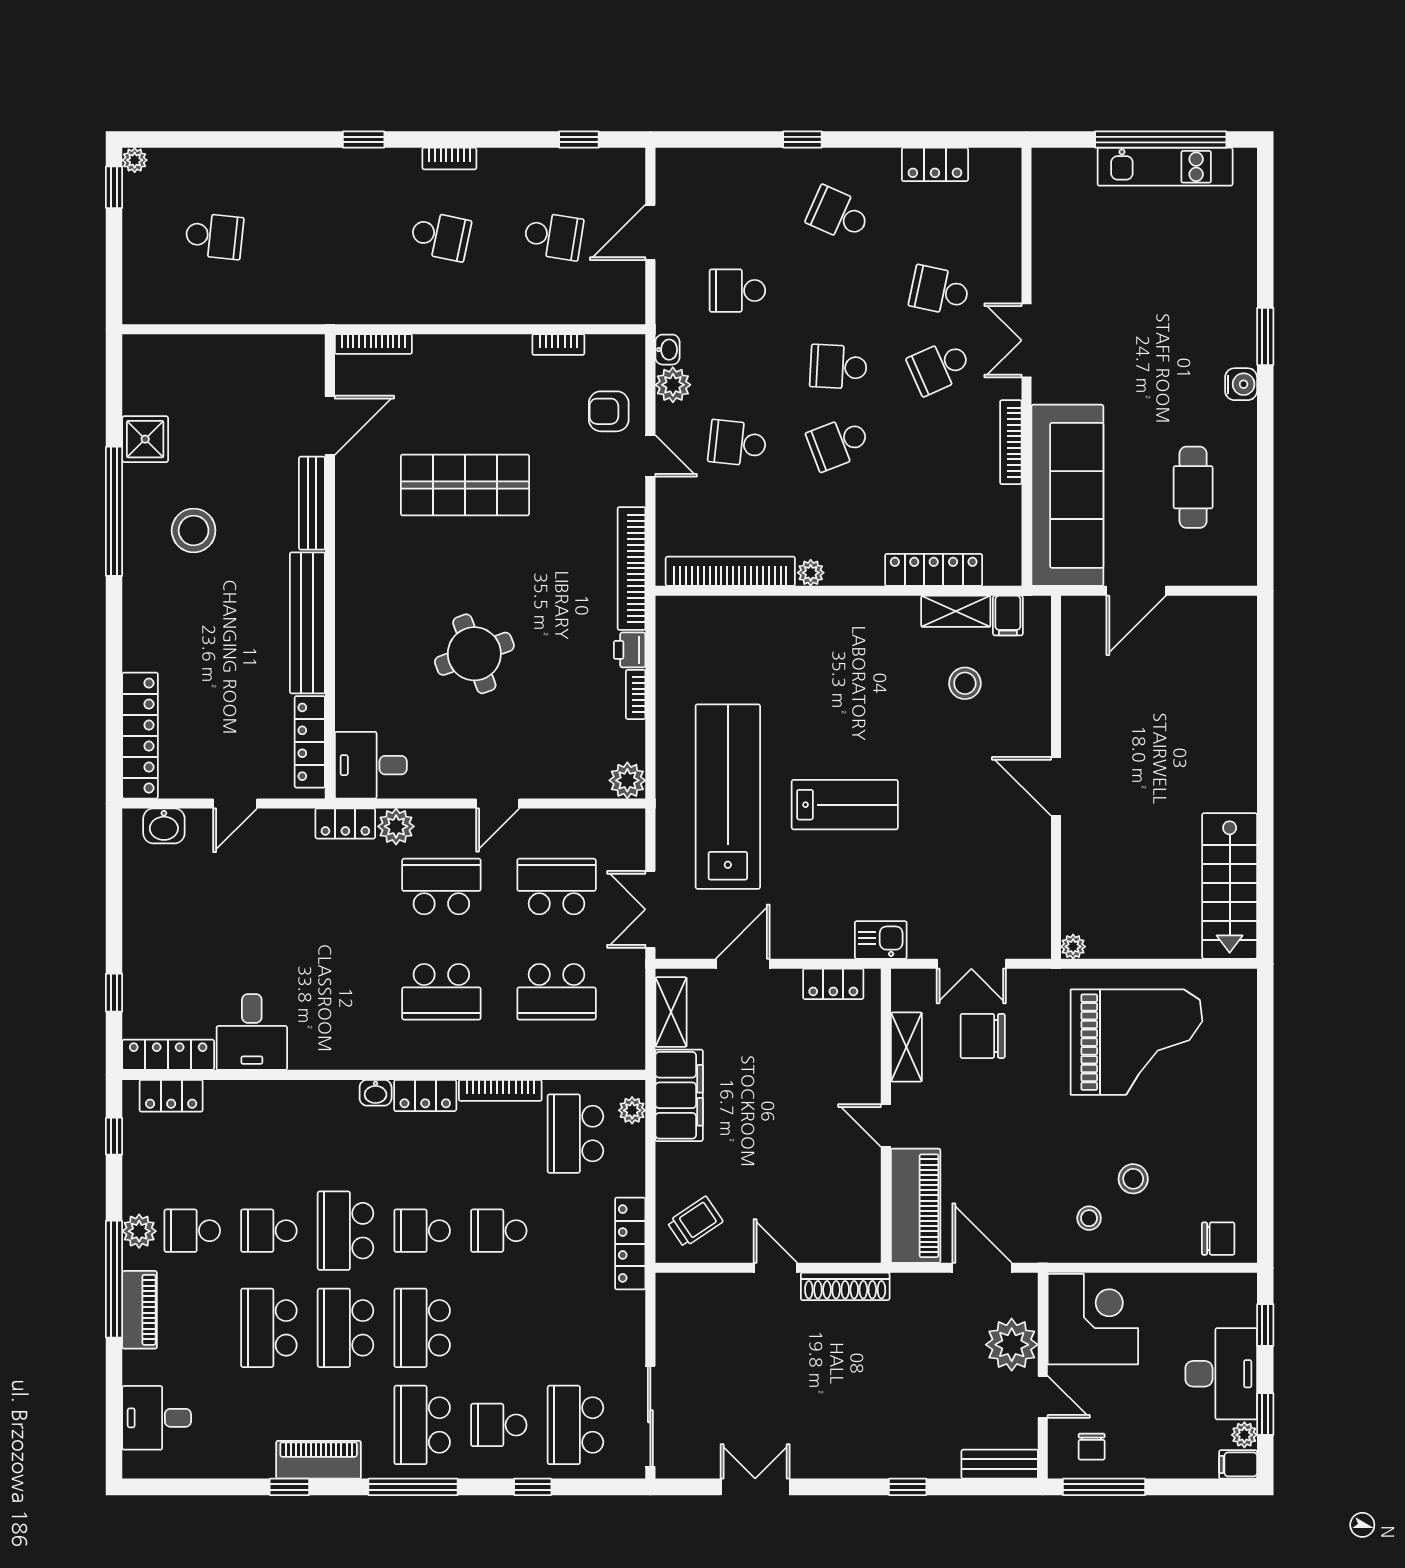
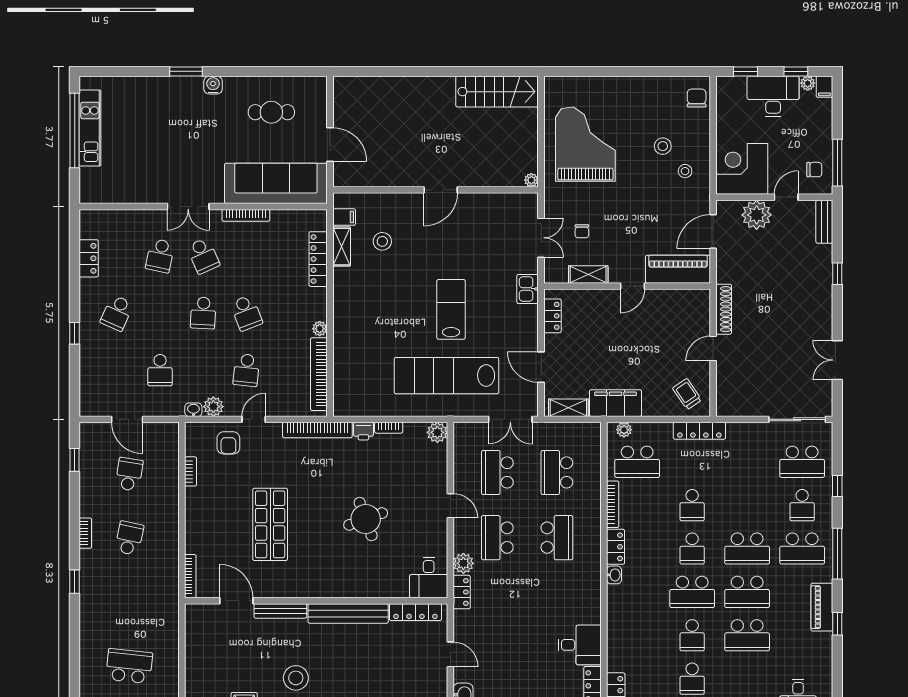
school desk: (214, 236) -> (129, 666), width x1.85
school desk: (557, 992) -> (557, 472), turned 180
chair: (983, 1036) -> (582, 231), width x0.54, depth x0.54

